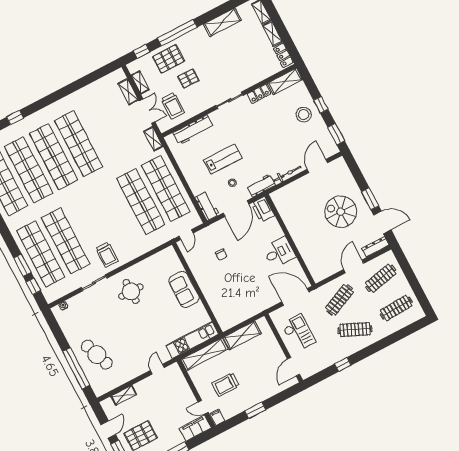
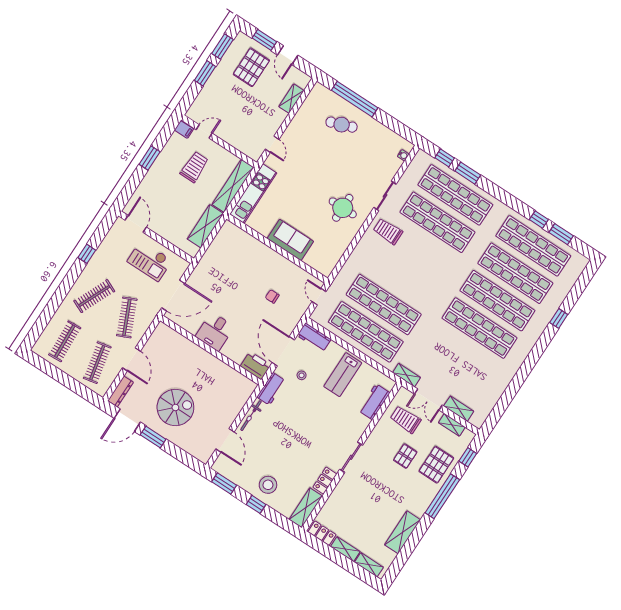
workbench: (193, 130) -> (374, 402), width x0.73
lab bench: (223, 159) -> (343, 375), moved
cafe table: (97, 355) -> (342, 125), width x0.73, depth x0.74
filing cabinet: (195, 428) -> (200, 106), removed

